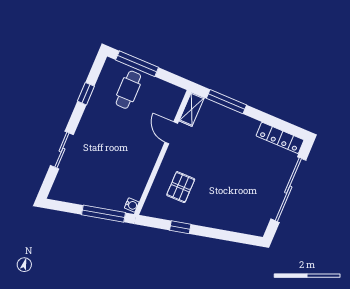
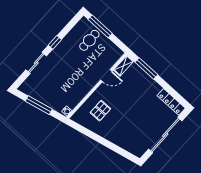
window: (86, 94) -> (55, 42), moved
door: (171, 133) -> (106, 76), swing flipped
window: (103, 214) -> (39, 105), moved
window: (180, 227) -> (92, 135), removed

